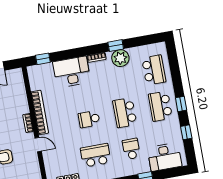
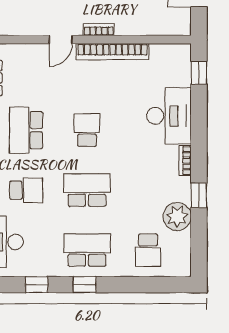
plant: (120, 58) -> (177, 217), moved
school desk: (154, 70) -> (148, 250), width x0.54
school desk: (96, 155) -> (26, 130), turned 180

